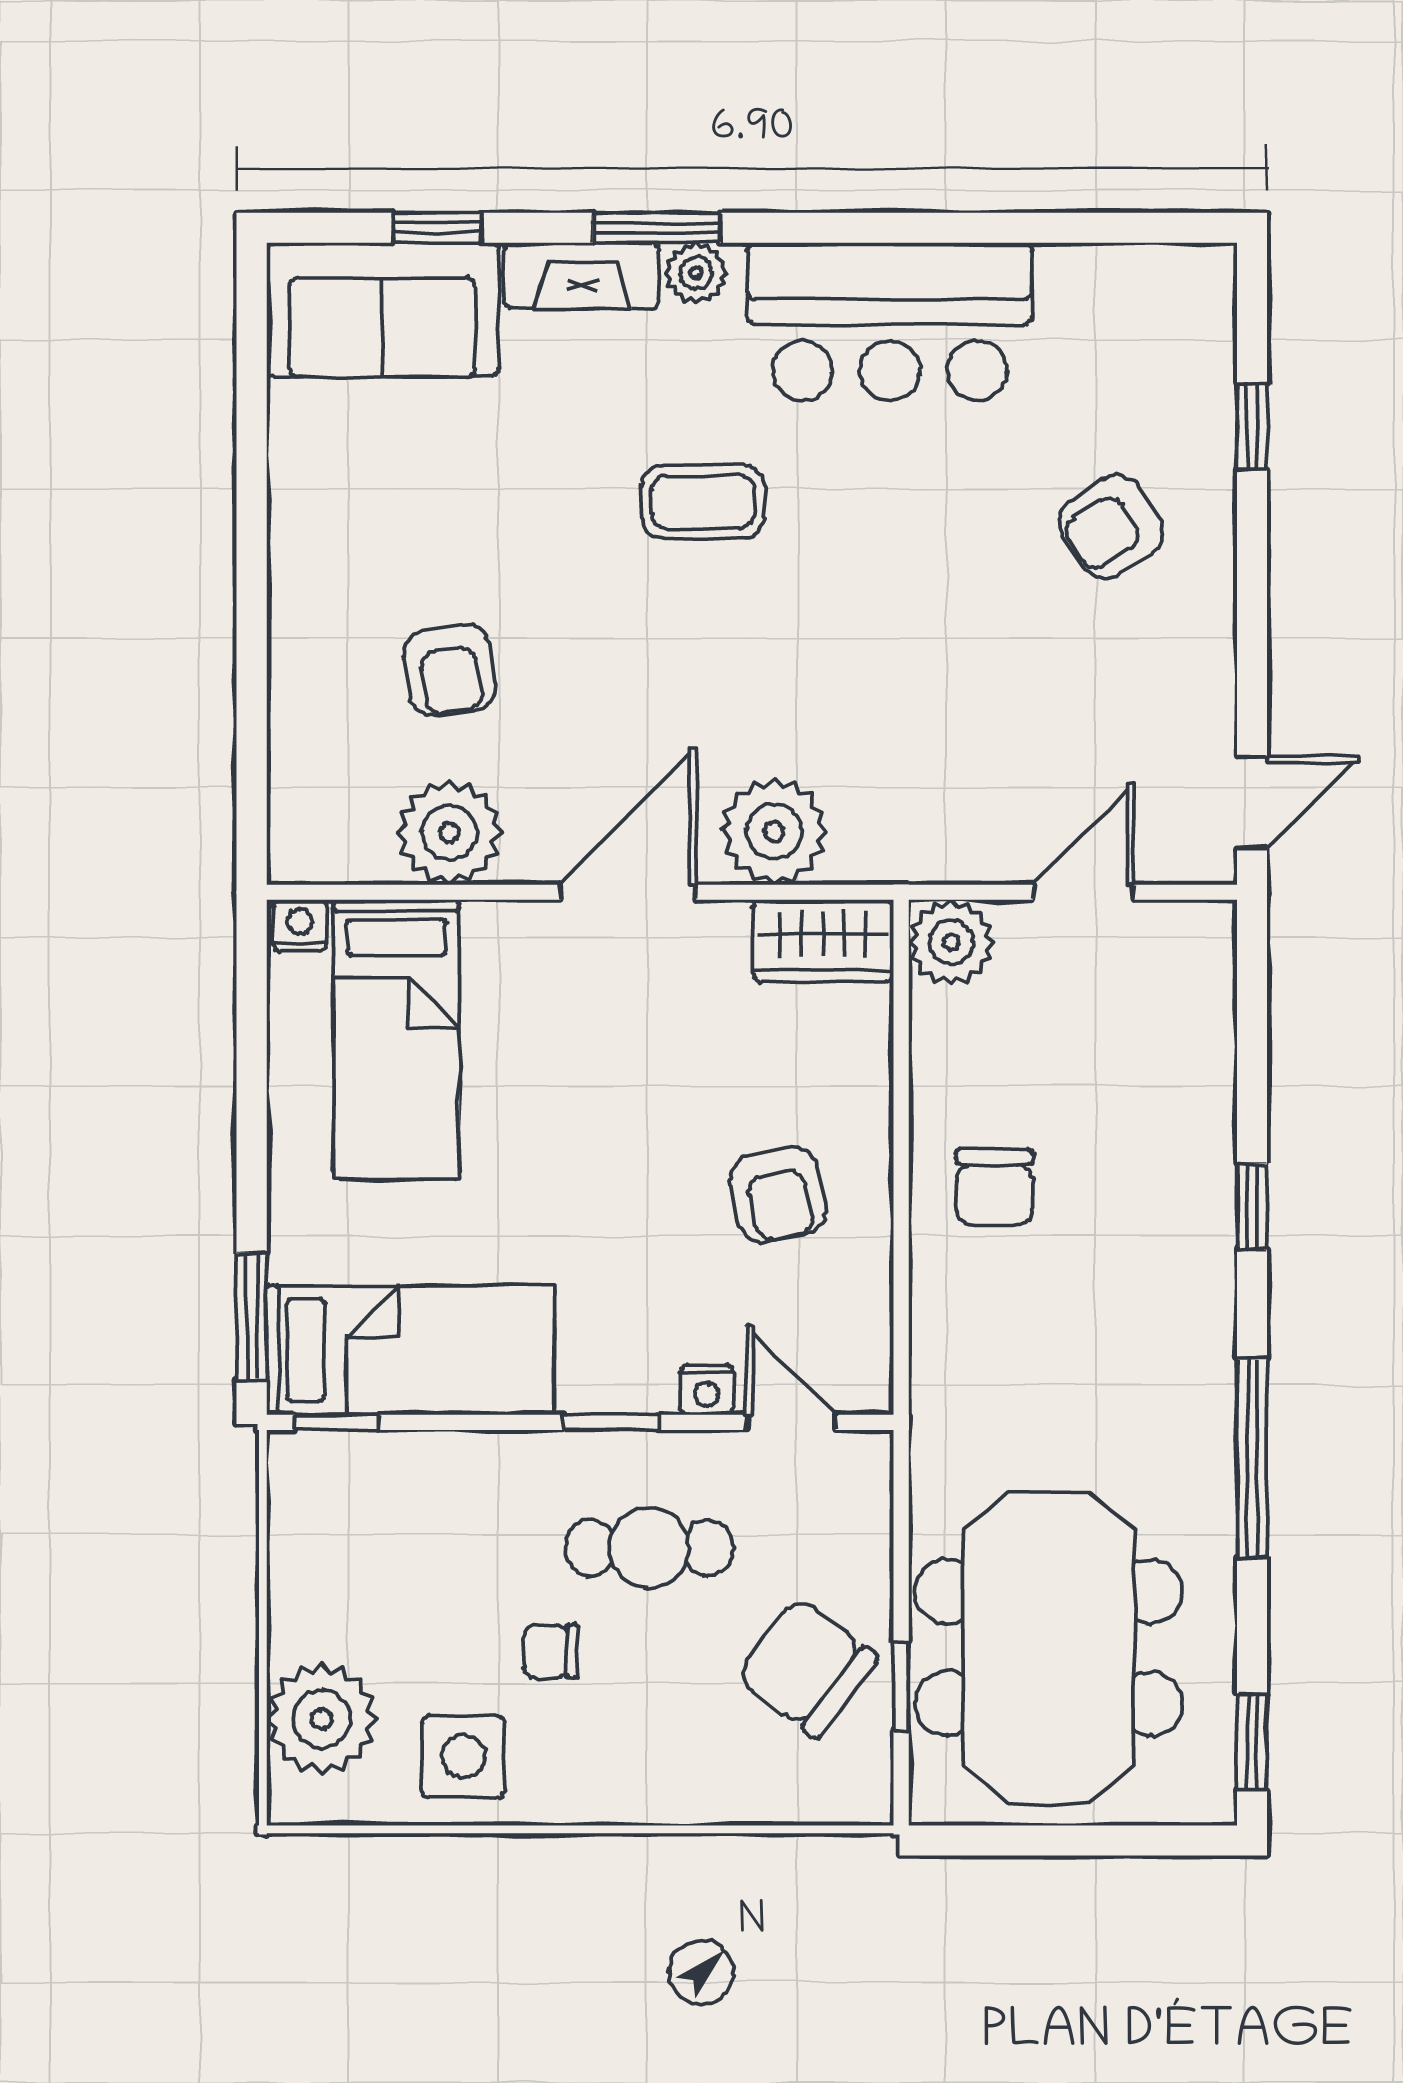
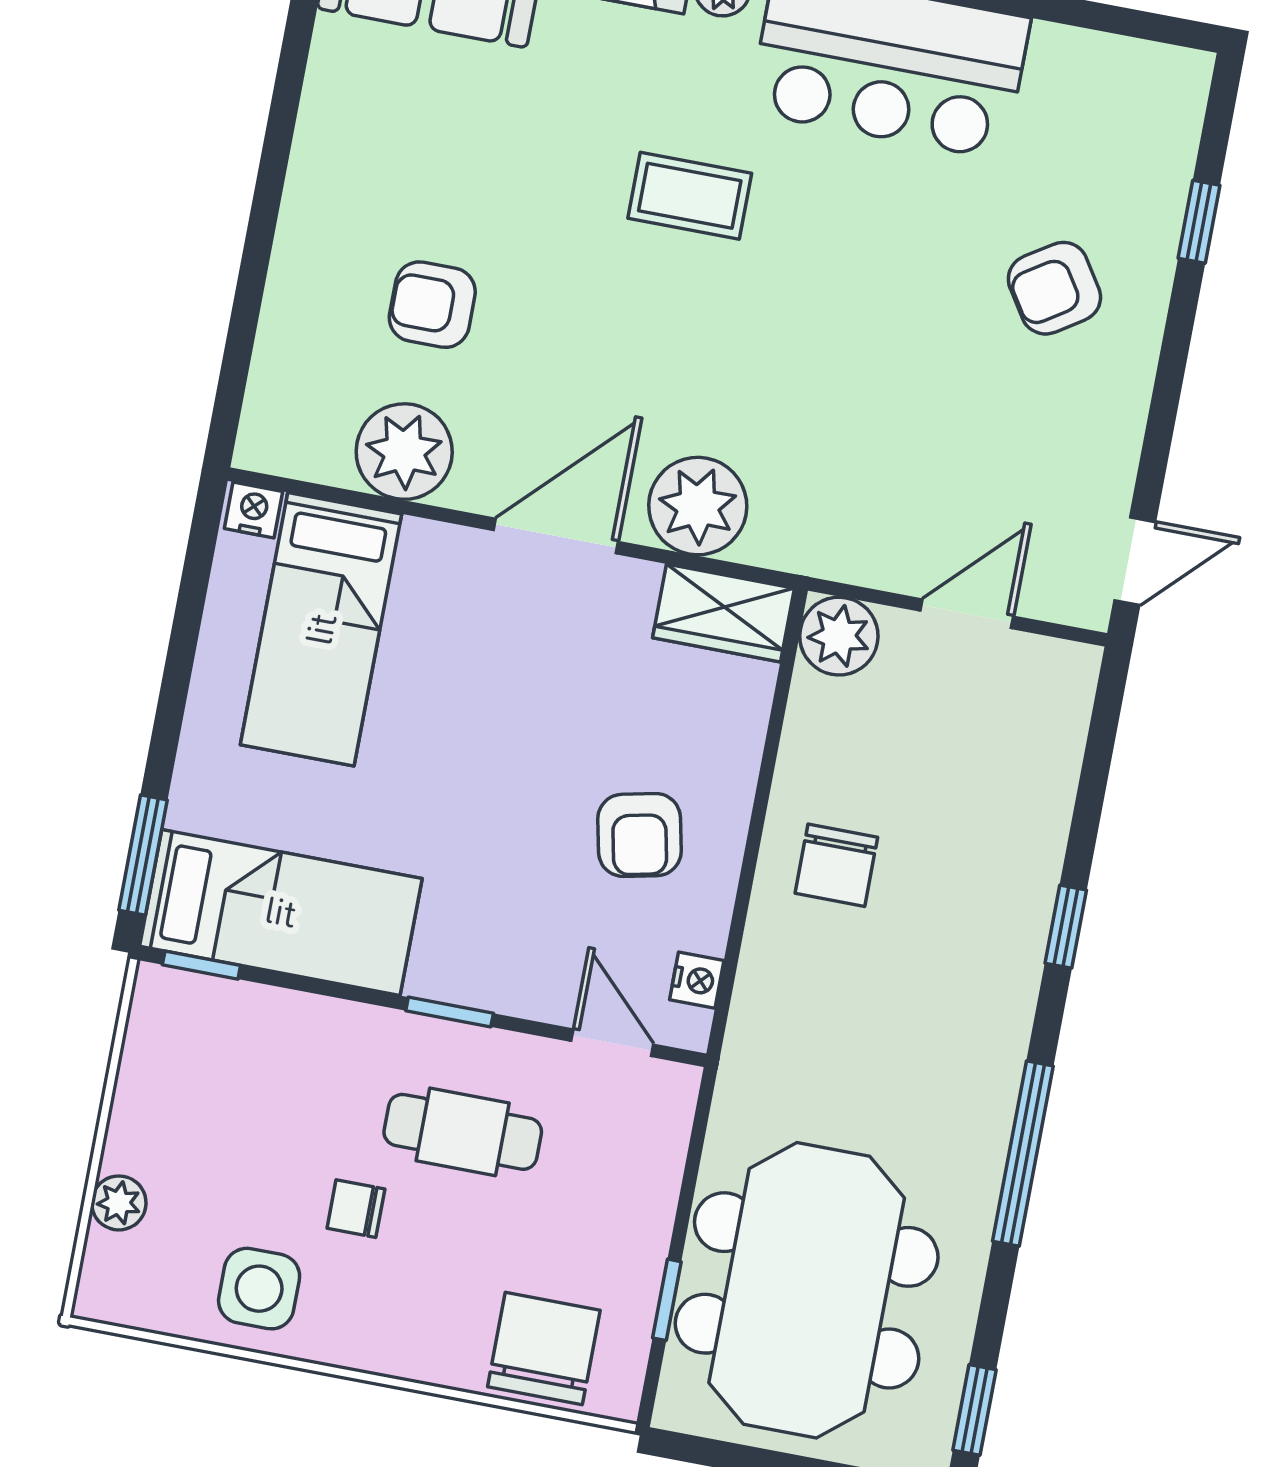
armchair: (450, 670) -> (432, 305), turned 99
nightstand: (707, 1390) -> (697, 980), moved, turned -90
chair: (807, 1668) -> (544, 1349), moved, turned 53
plant: (322, 1719) -> (119, 1203), width x0.53, depth x0.53

